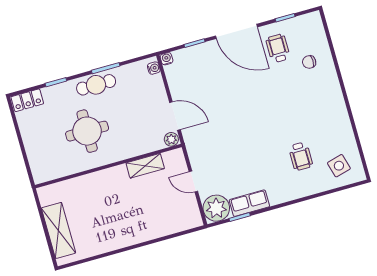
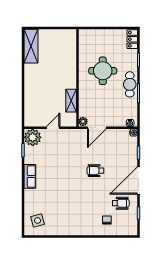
wheelchair: (301, 156) -> (95, 171), moved
row of seats: (249, 203) -> (30, 176), moved
shelving: (58, 230) -> (31, 46), moved, turned 90

